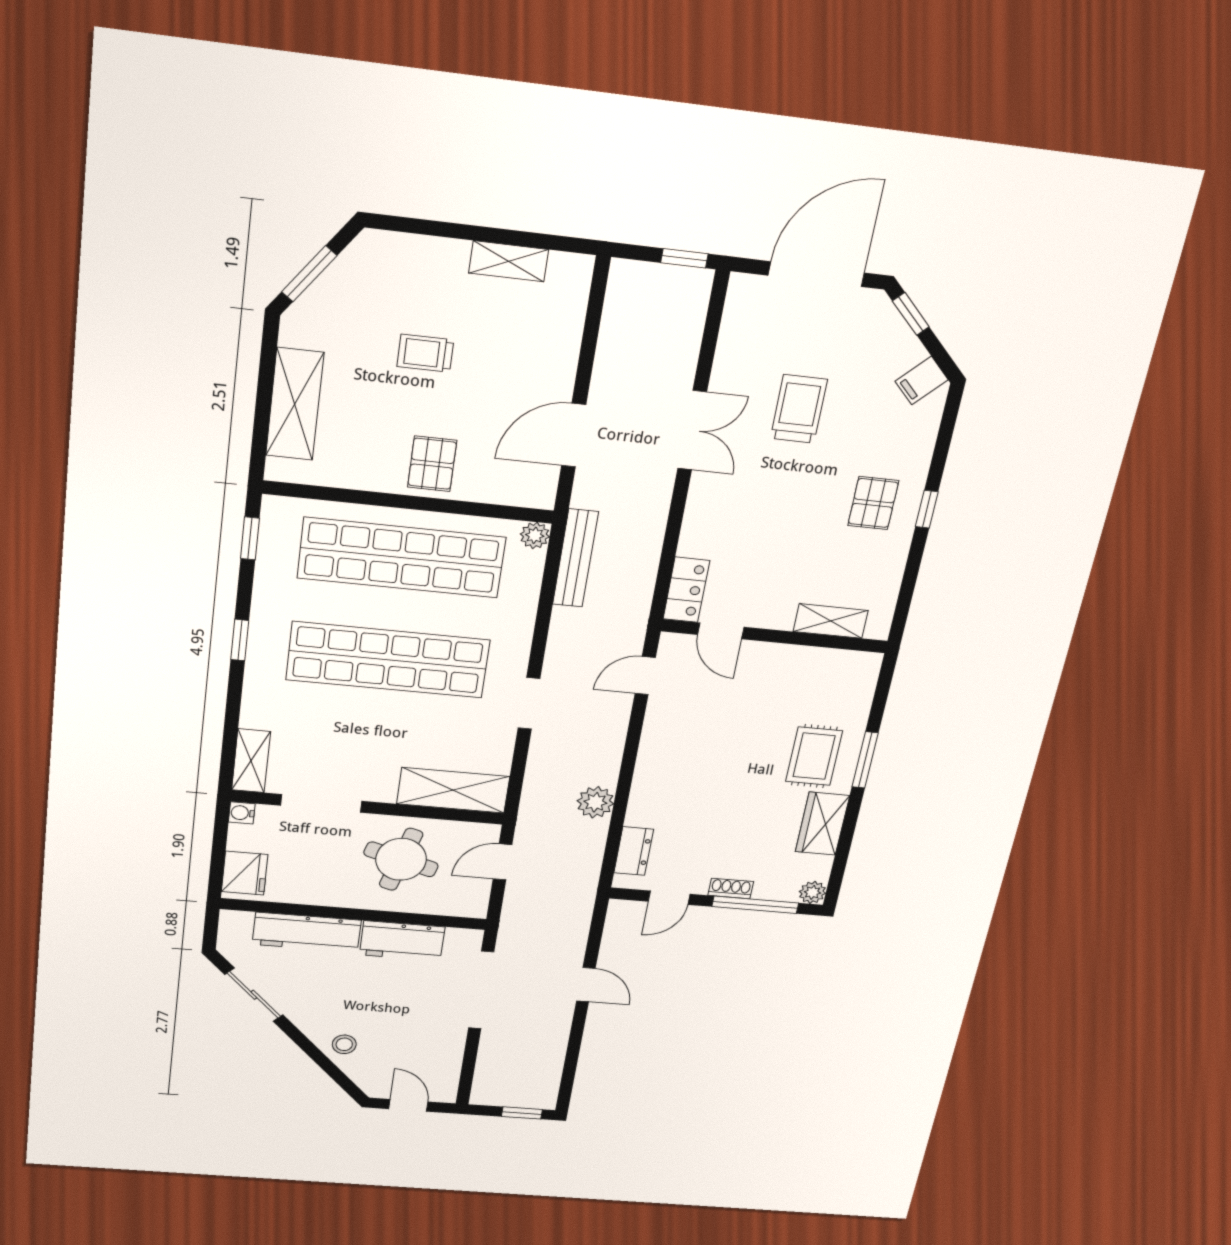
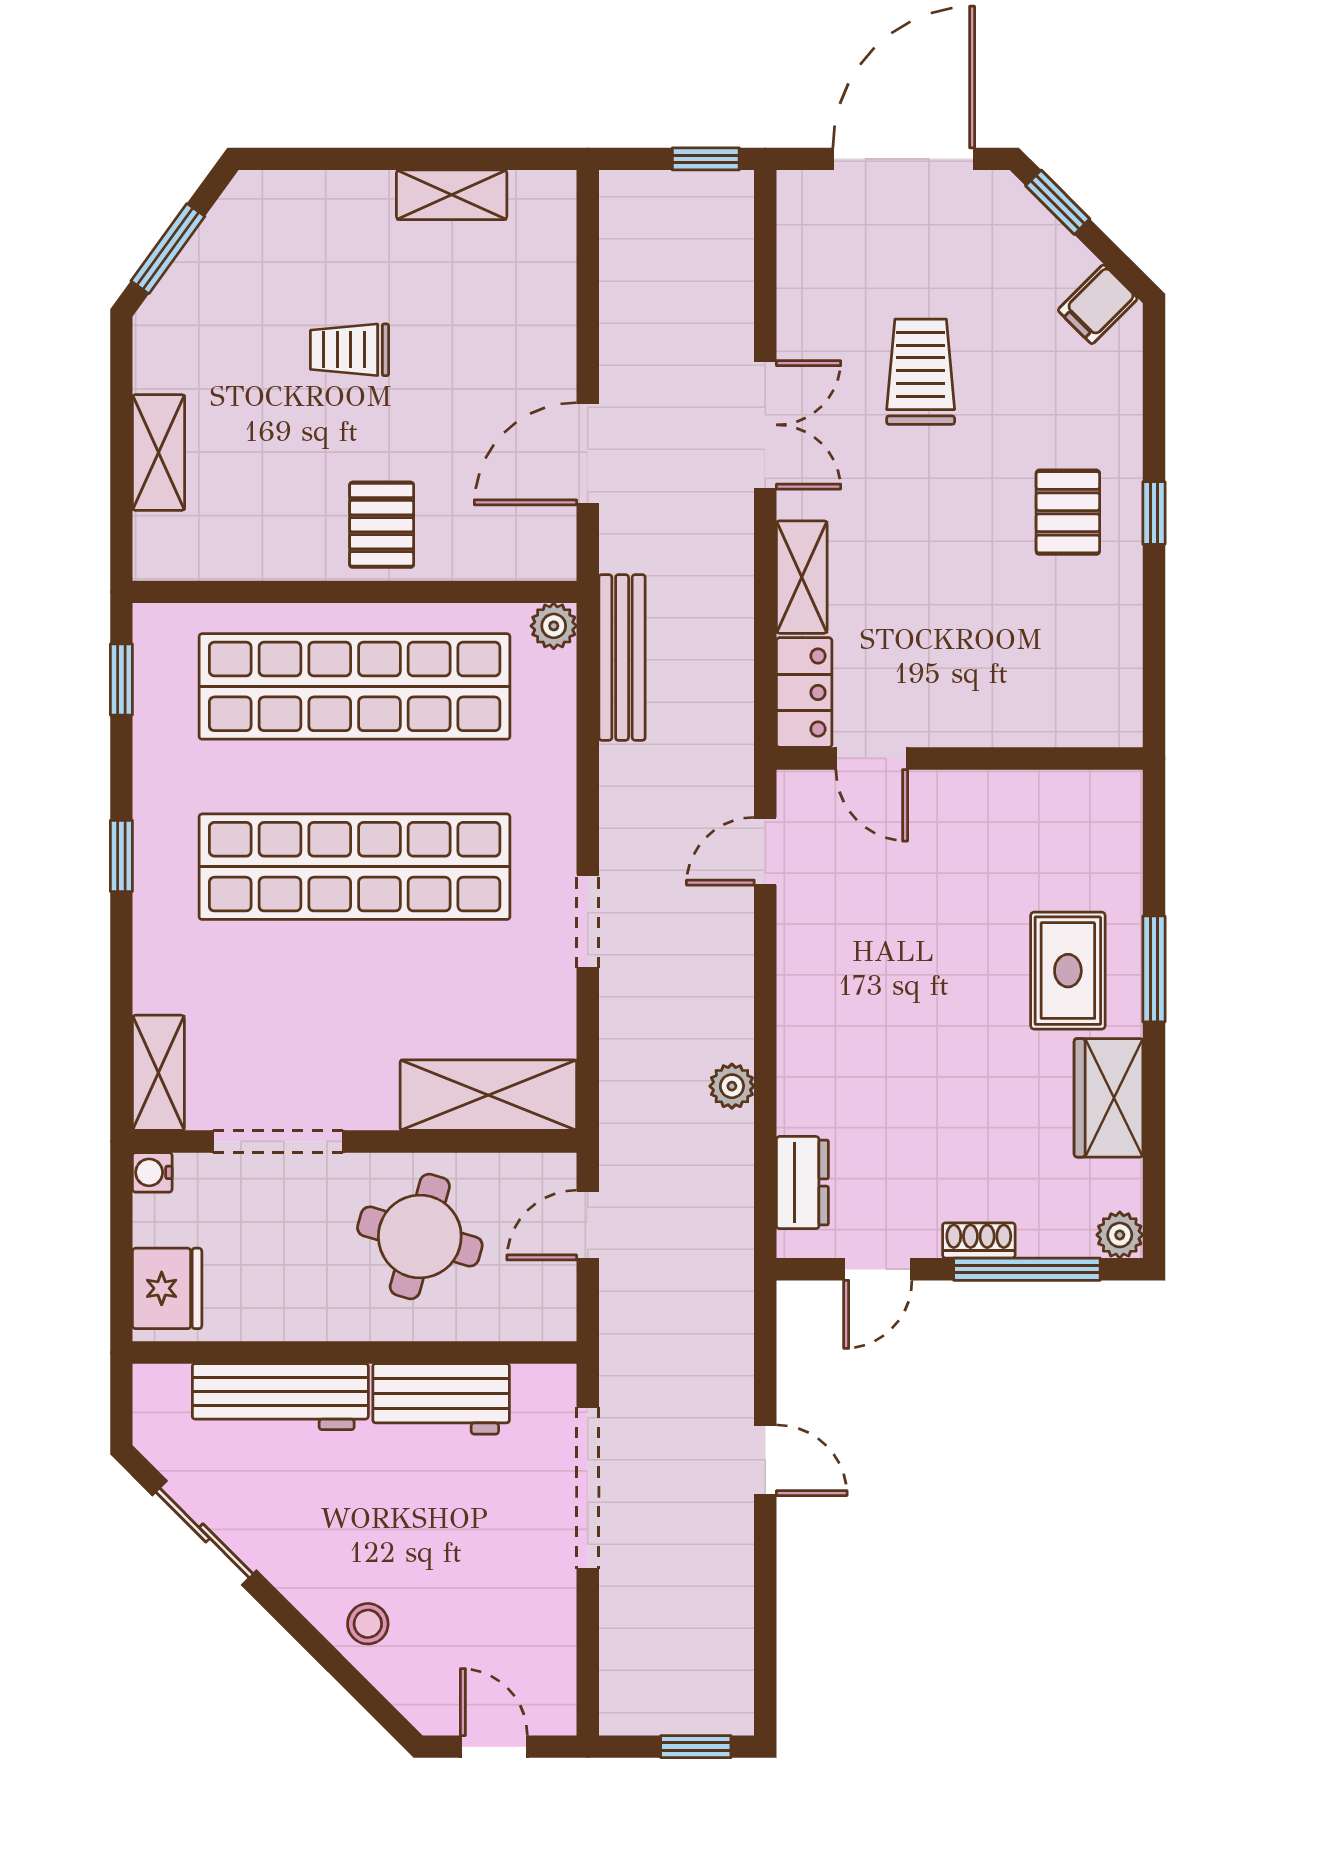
shelving: (295, 404) -> (159, 453), width x0.67, depth x0.75
shelving: (831, 621) -> (802, 577), moved, turned 90
plant: (595, 802) -> (732, 1086), width x0.73, depth x0.73

